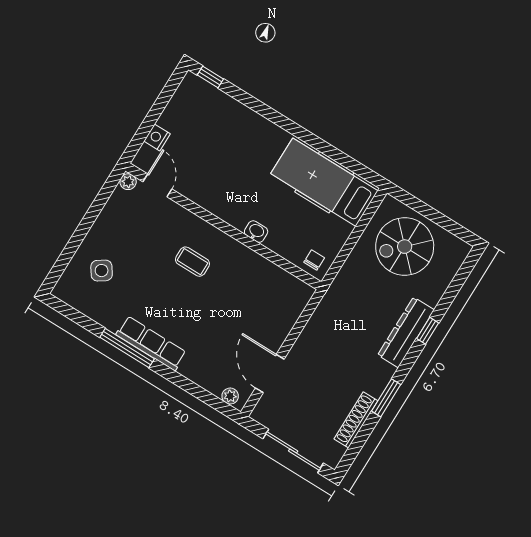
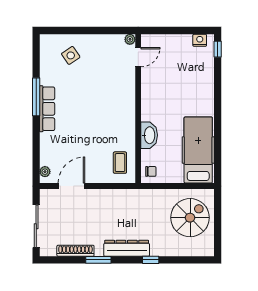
nightstand: (157, 137) -> (200, 40), moved
washbasin: (256, 232) -> (149, 135), width x1.91, depth x1.45
spiral stairs: (405, 247) -> (190, 218), turned 90
coffee table: (192, 262) -> (120, 163), moved
dresser: (406, 332) -> (127, 248), moved

